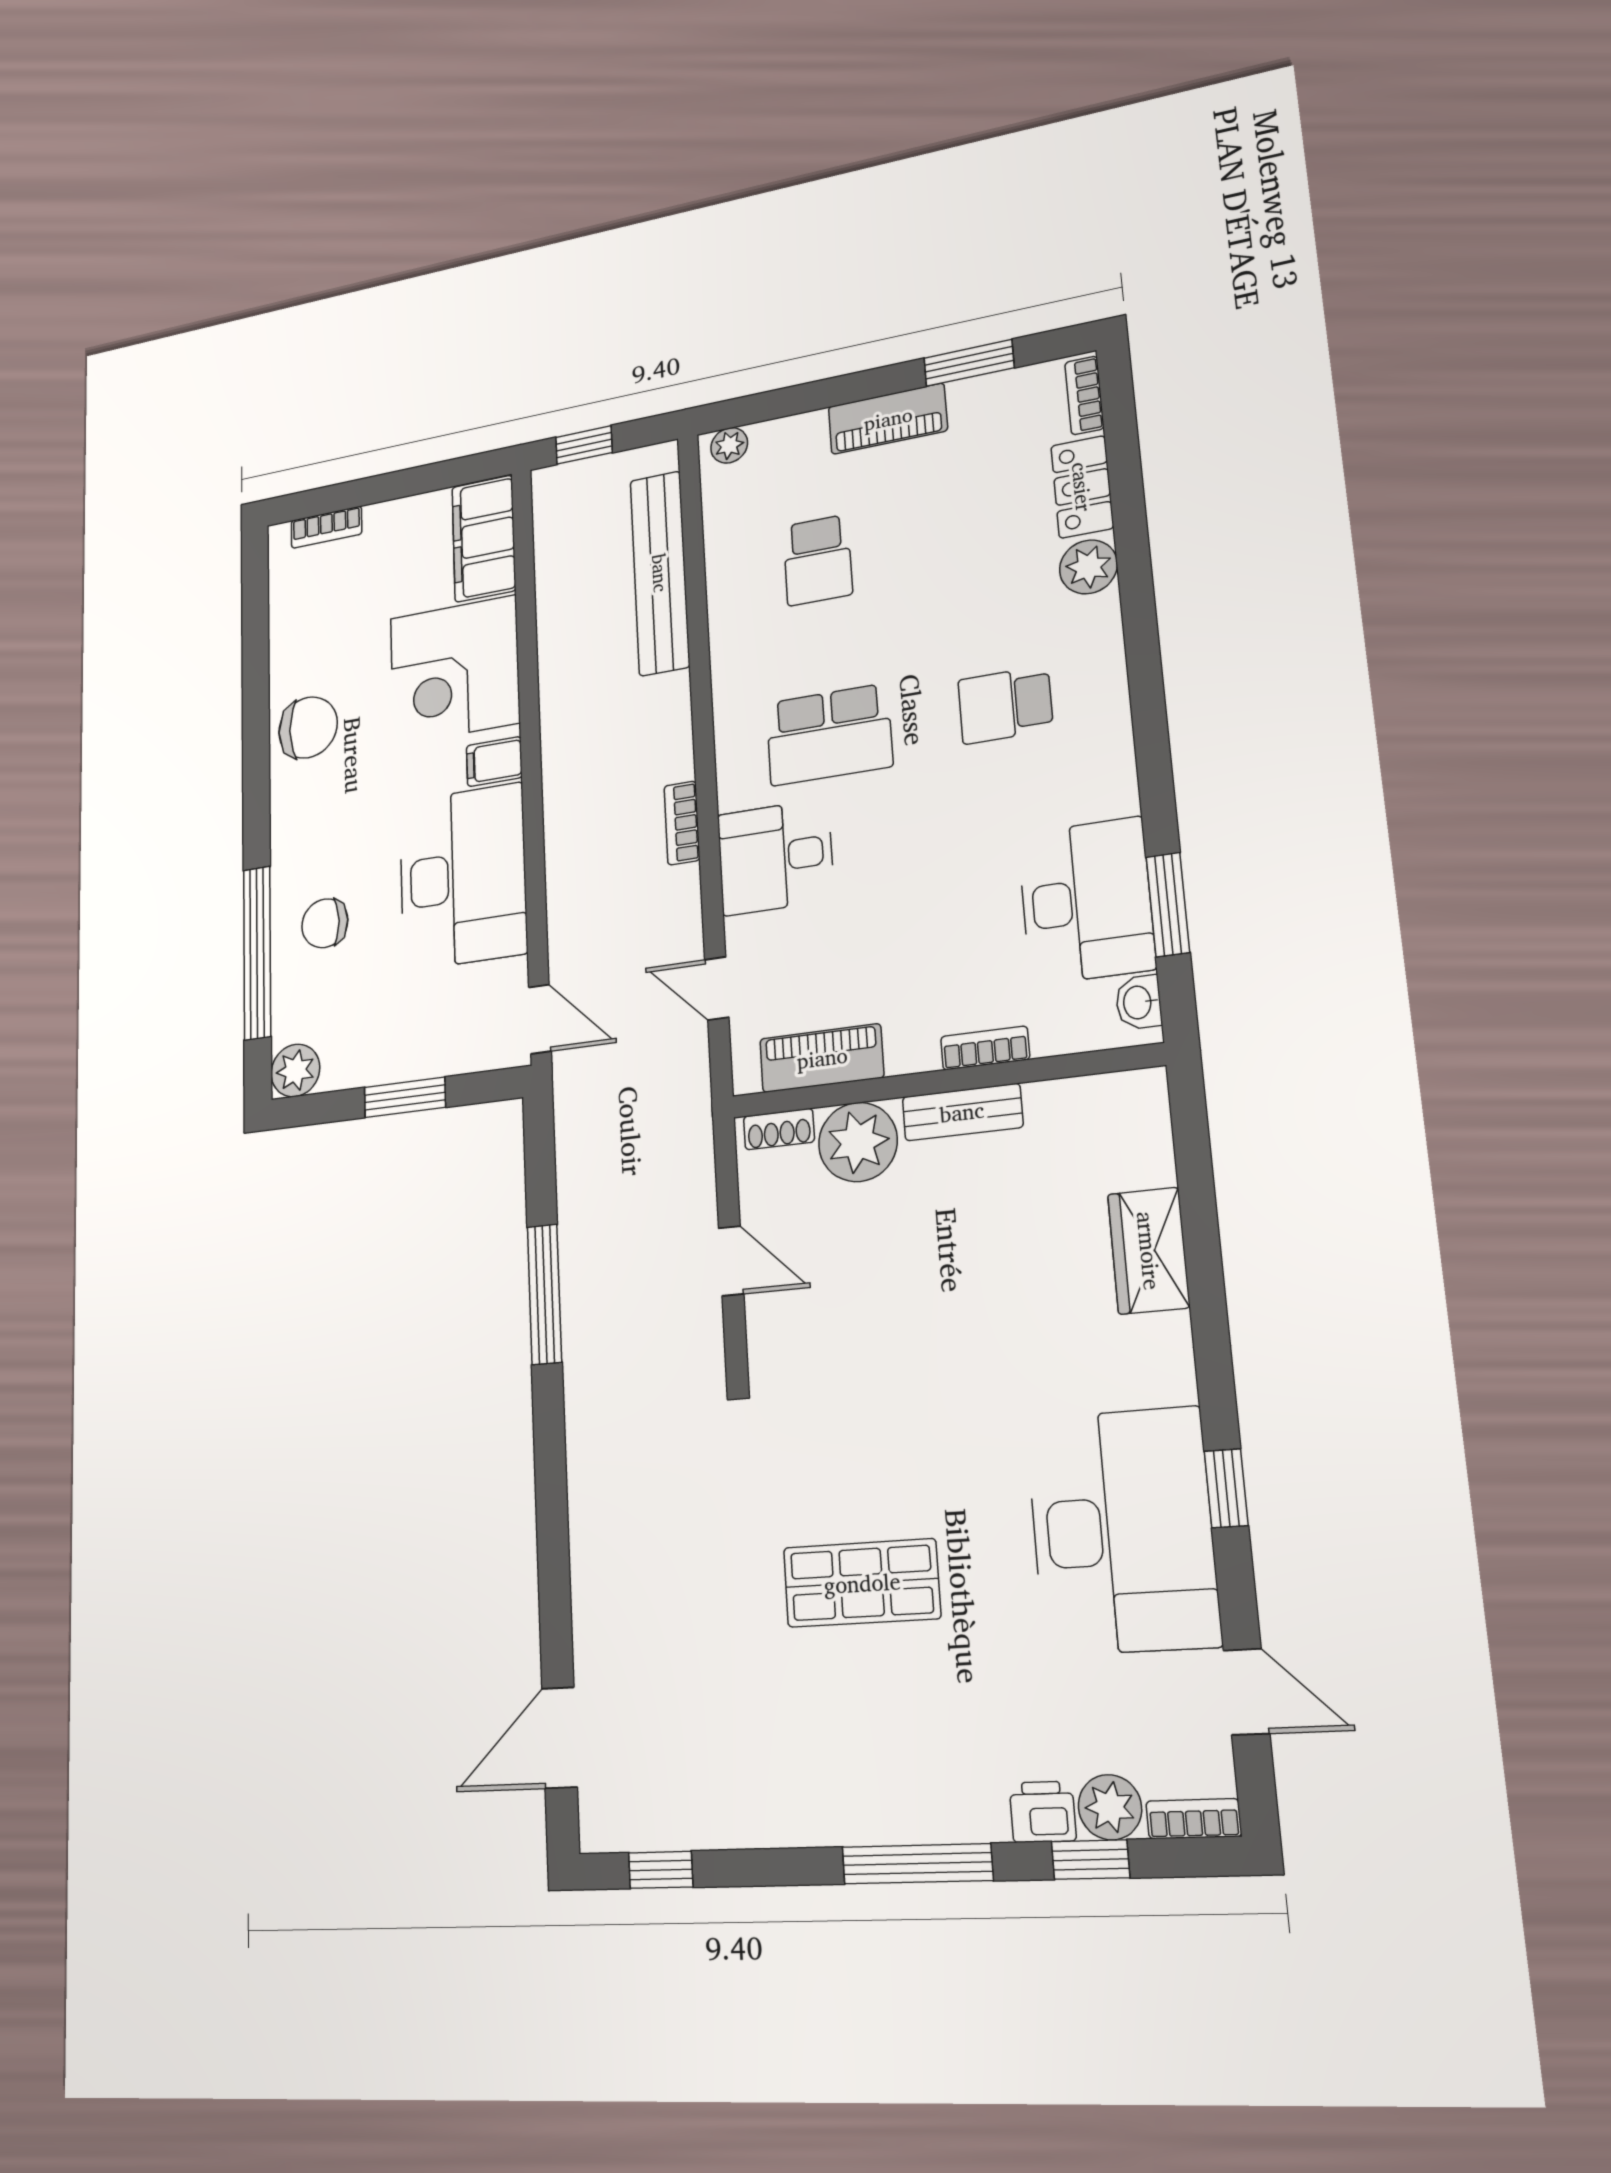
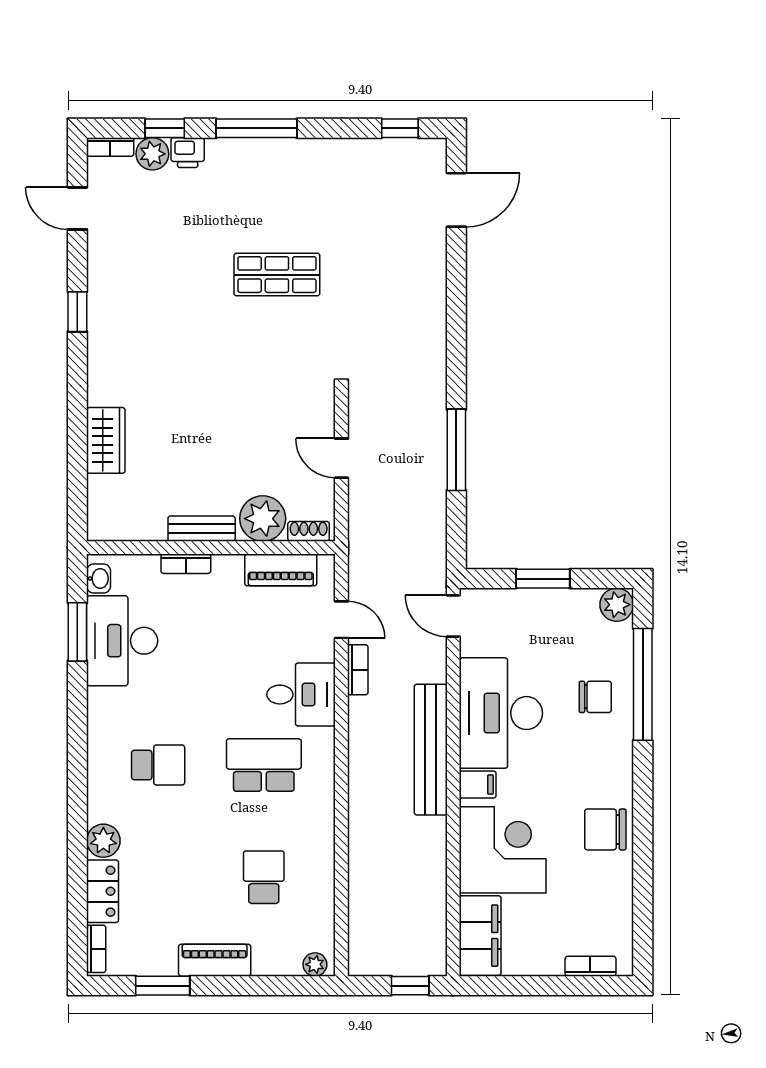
bench: (660, 573) -> (431, 750), moved
bookcase: (682, 823) -> (358, 670), moved
desk: (1122, 1531) -> (133, 293), removed

